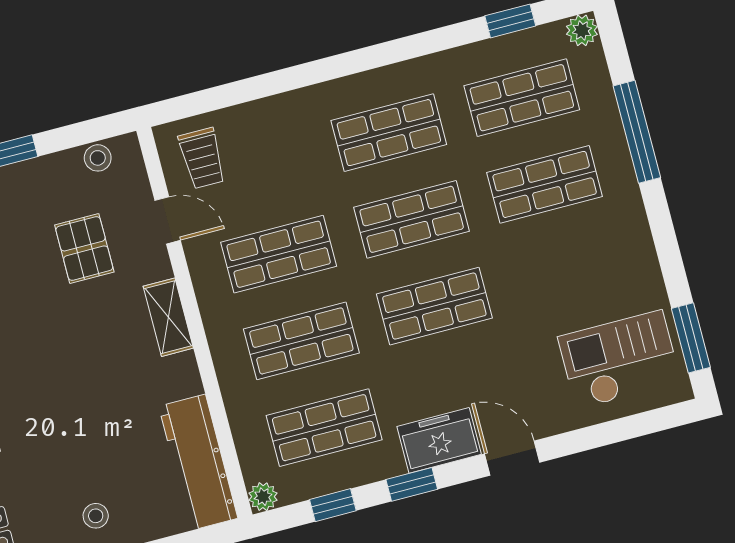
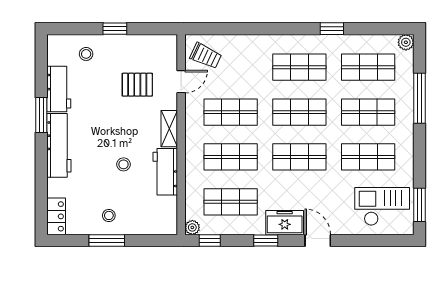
window: (510, 21) -> (332, 29), moved
stool: (98, 158) -> (123, 164), moved
trolley: (202, 158) -> (206, 56), turned -65
door: (168, 220) -> (181, 82), hinge flipped
pallet: (84, 248) -> (137, 85), turned 90
shop shelf: (567, 271) -> (368, 157), added
workbench: (198, 462) -> (165, 172), moved, width x0.73
window: (333, 505) -> (210, 240), moved

